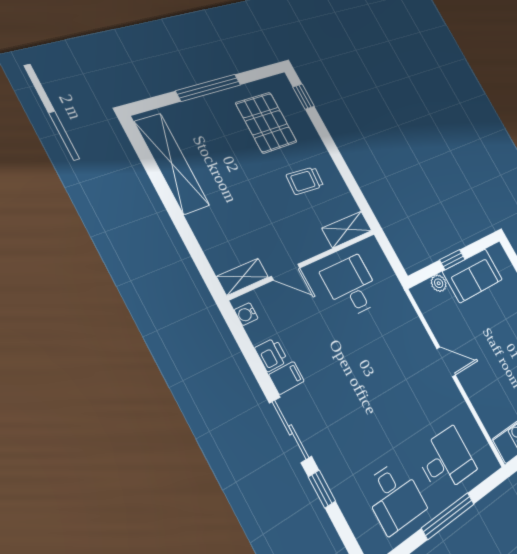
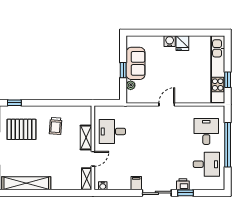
shelving: (347, 229) -> (86, 138), moved
printer: (271, 355) -> (183, 184), moved
window: (448, 516) -> (228, 145), width x1.46

